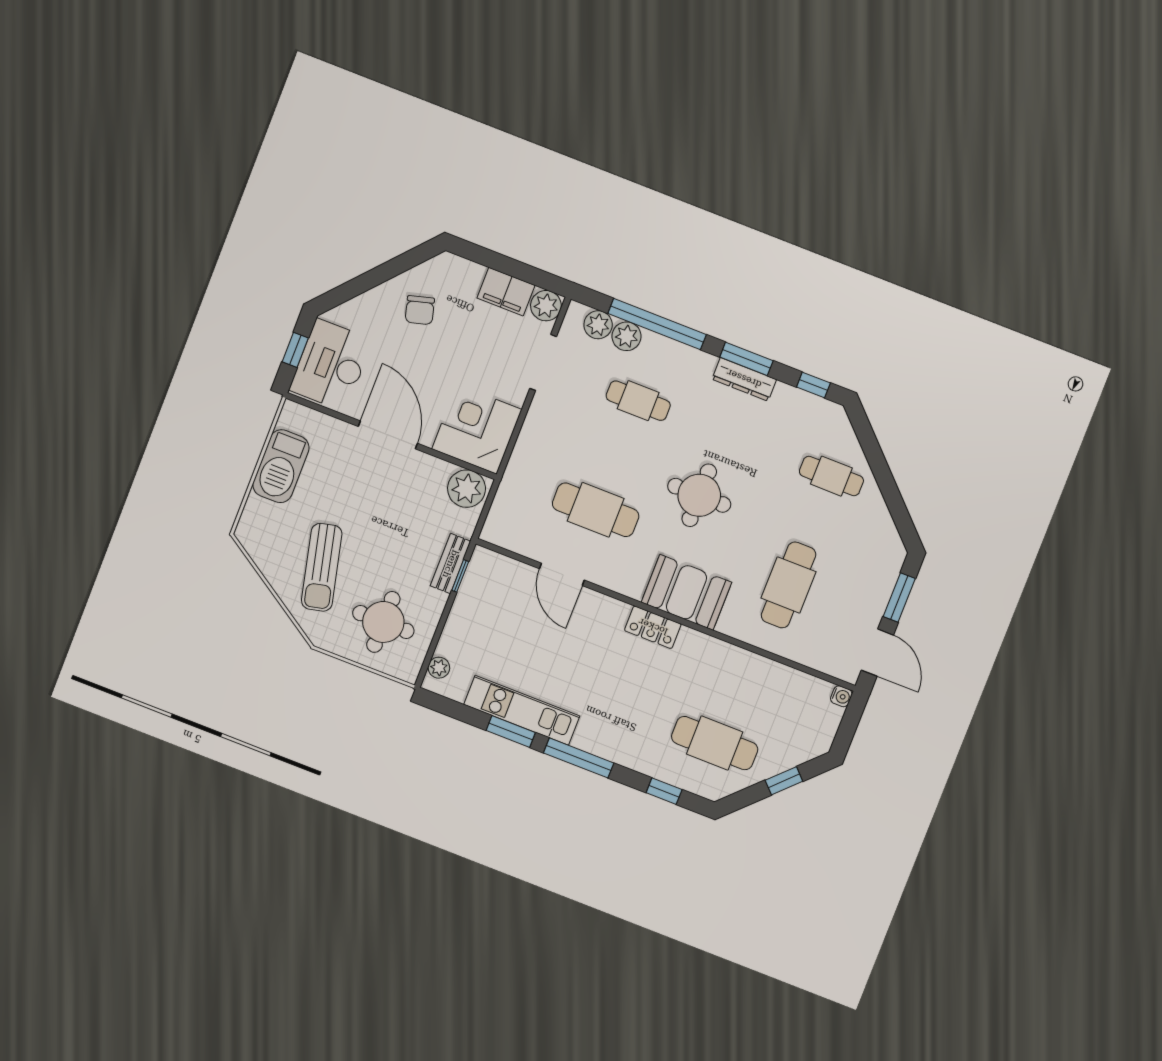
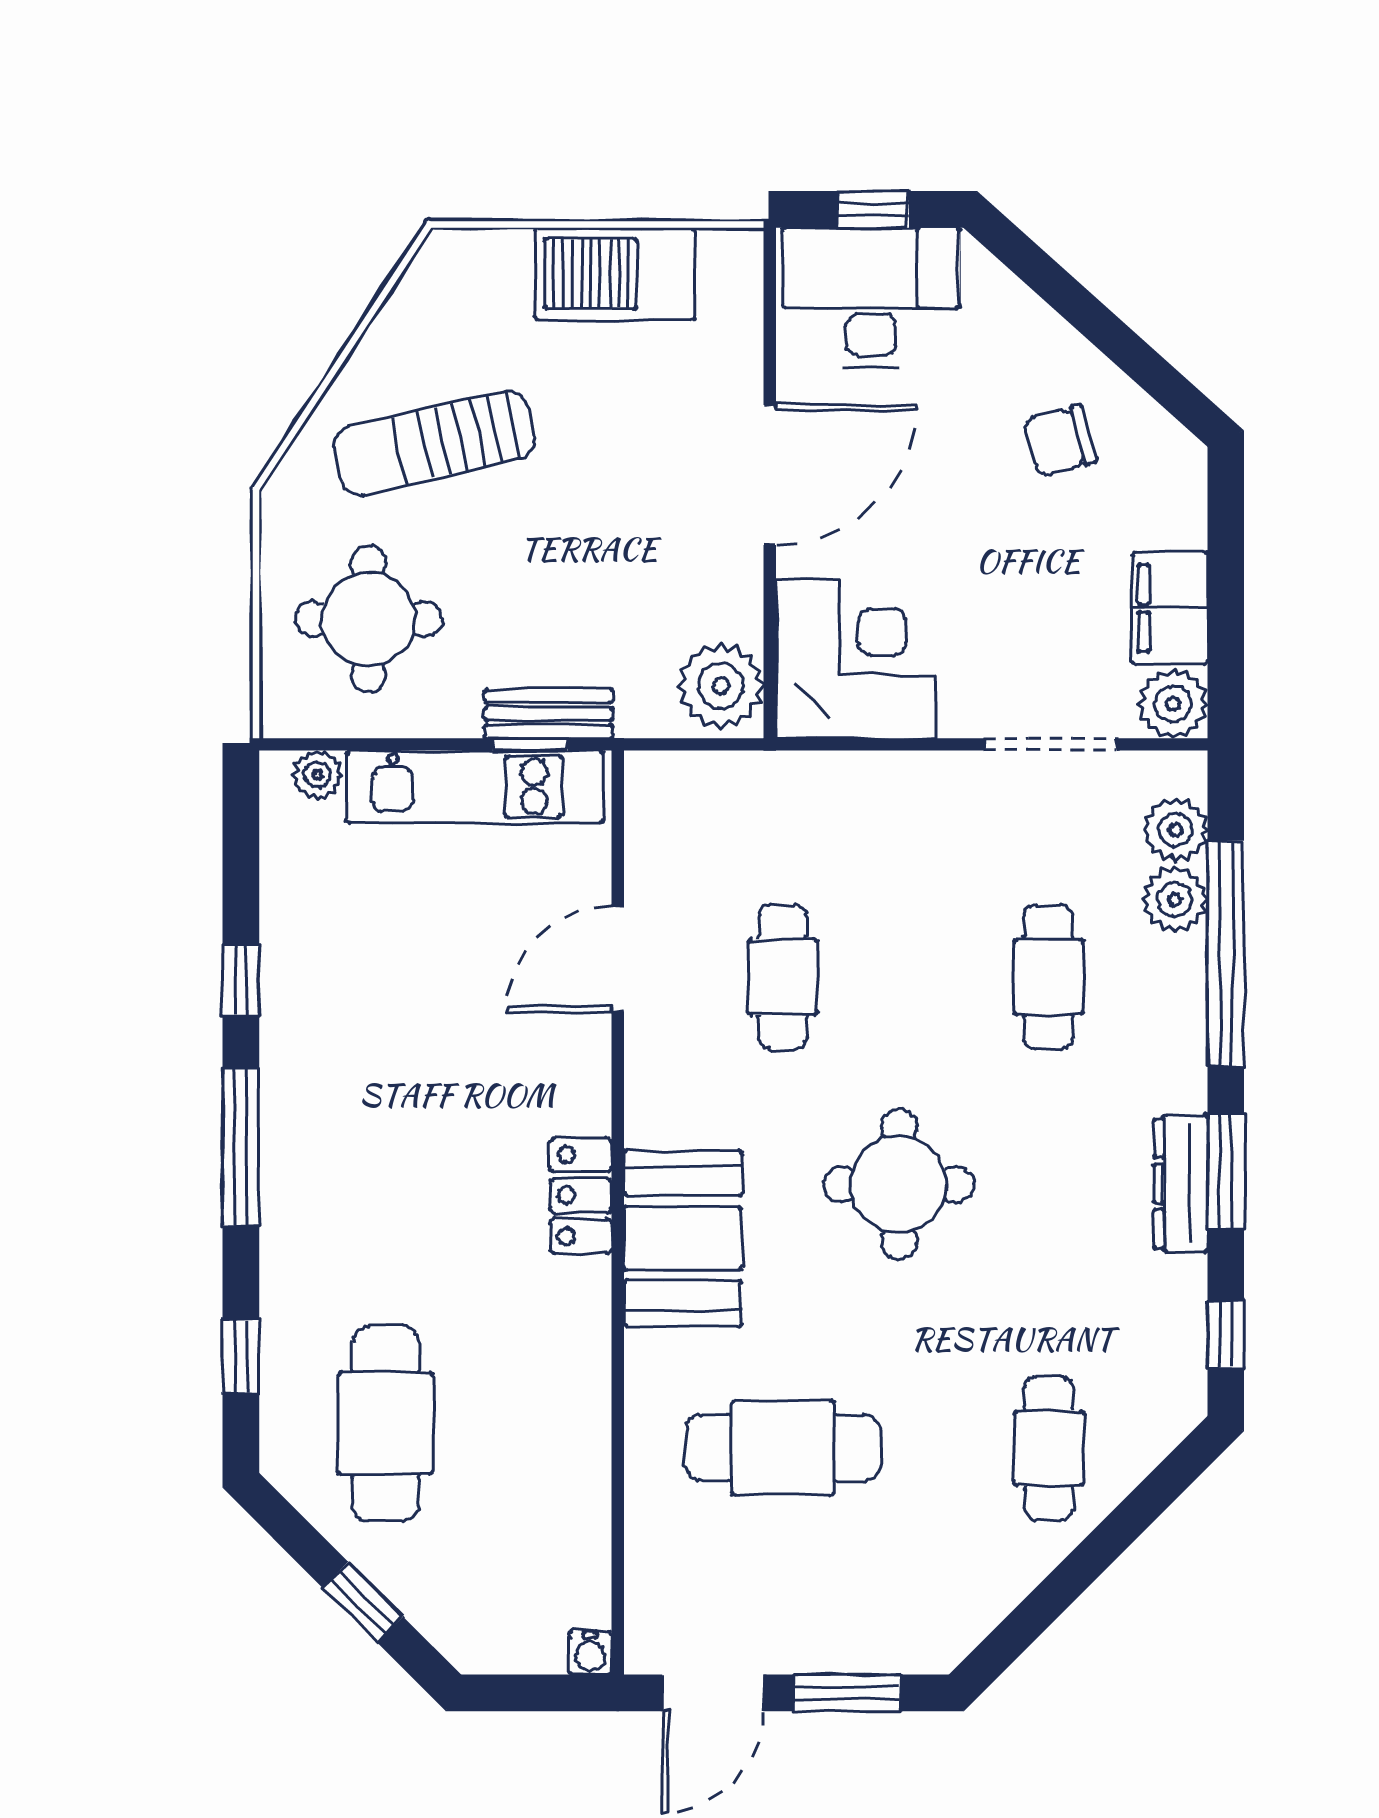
cafe table: (596, 510) -> (783, 977), width x0.73, depth x0.74
kitchen unit: (522, 710) -> (475, 787), moved, turned 90
window: (511, 731) -> (241, 980), width x0.67

